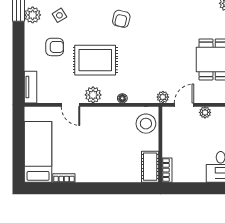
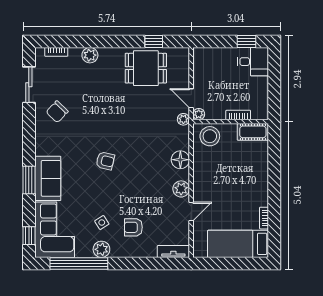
armchair: (55, 47) -> (133, 227), turned -90
rug: (95, 60) -> (146, 187), removed
floor lamp: (122, 98) -> (180, 160), width x1.89, depth x1.89
plant: (205, 112) -> (199, 114), moved
bookcase: (167, 170) -> (238, 115), moved

